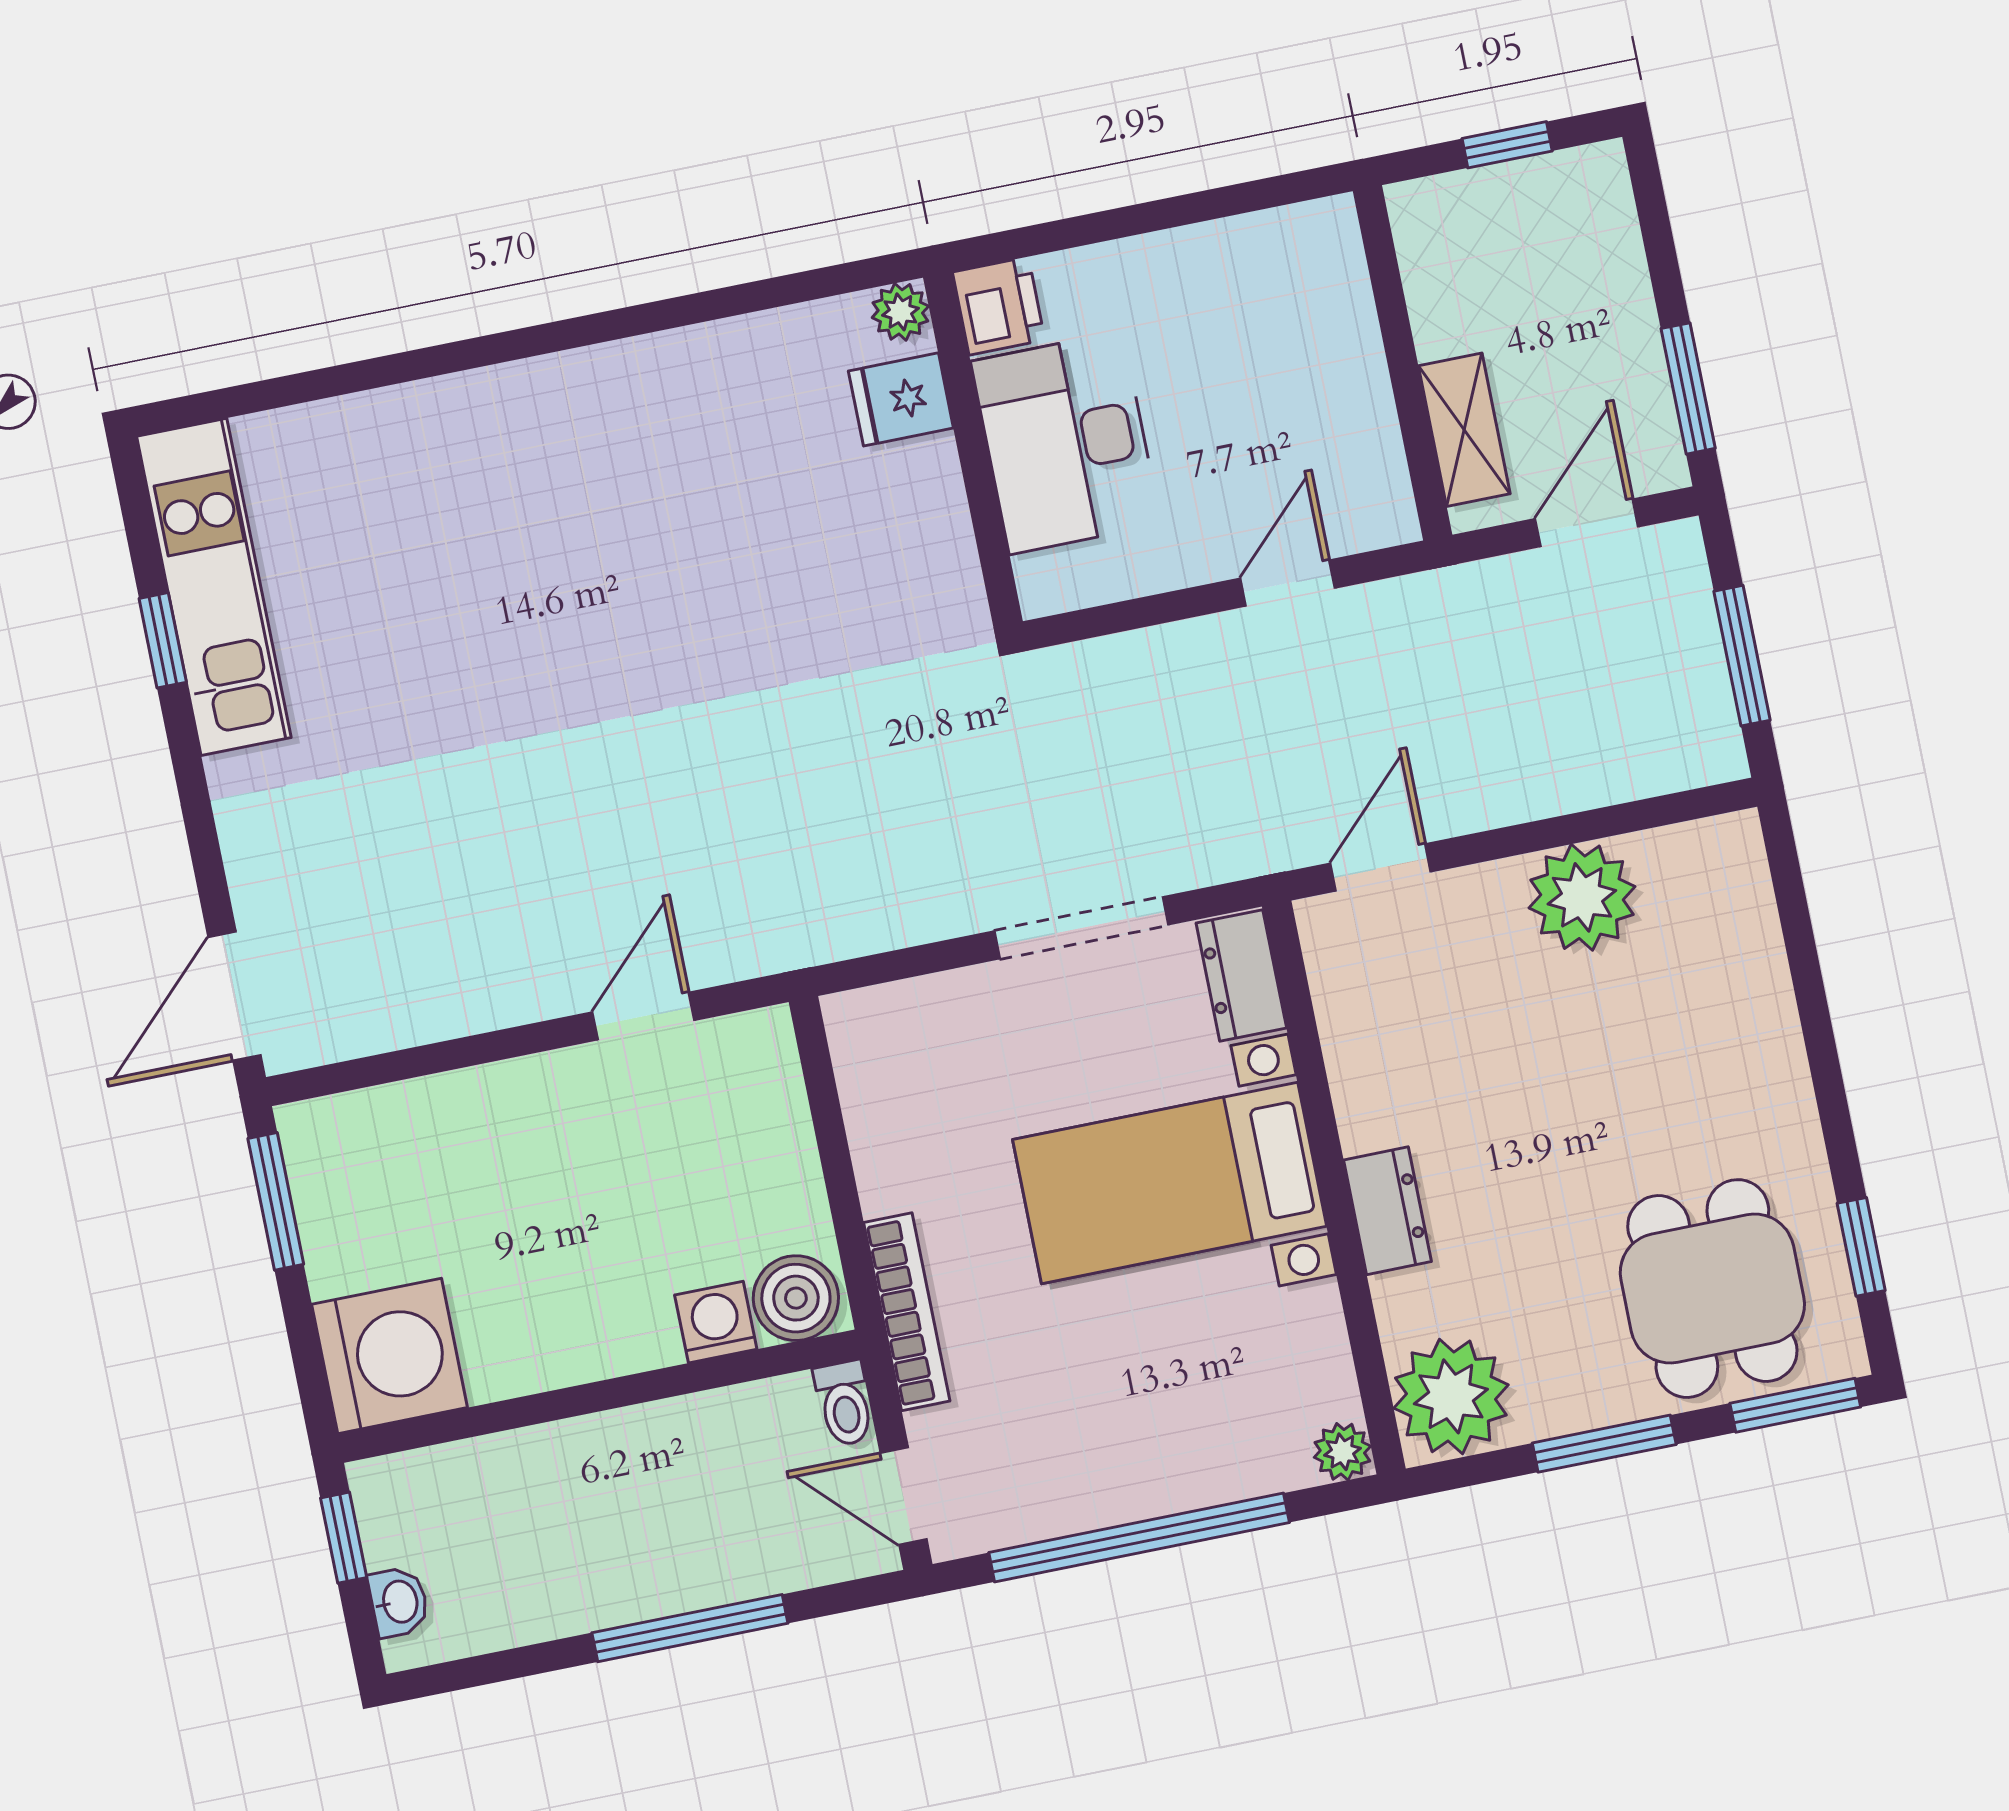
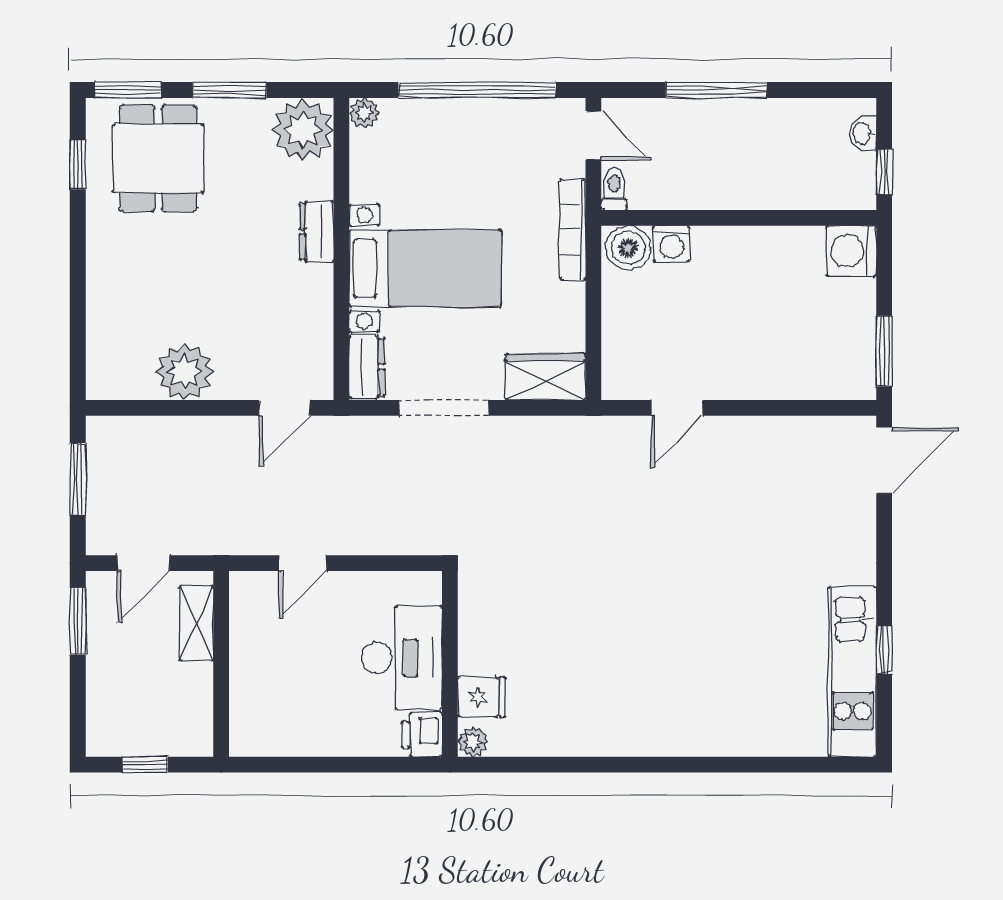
wardrobe: (902, 1025) -> (546, 377), added
washing machine: (390, 1356) -> (851, 251), width x0.73, depth x0.73

